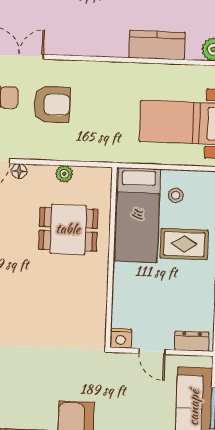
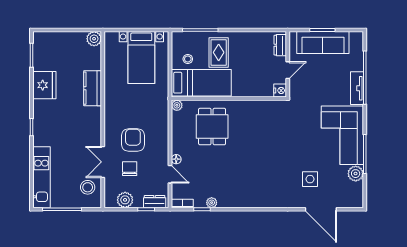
kitchen counter: (157, 45) -> (93, 88), moved
plant: (64, 174) -> (177, 105), moved

